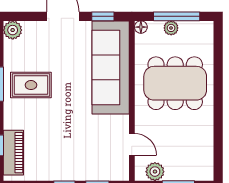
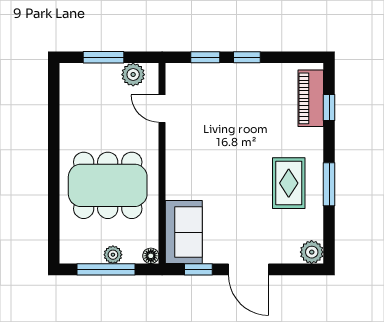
sofa: (111, 67) -> (184, 232), width x0.54, depth x0.79
rug: (31, 85) -> (289, 183), turned 90

